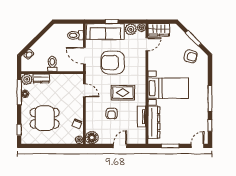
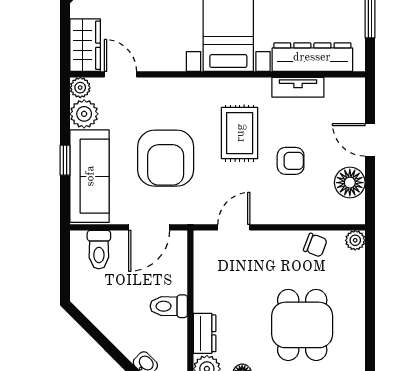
floor lamp: (92, 138) -> (350, 183), moved

